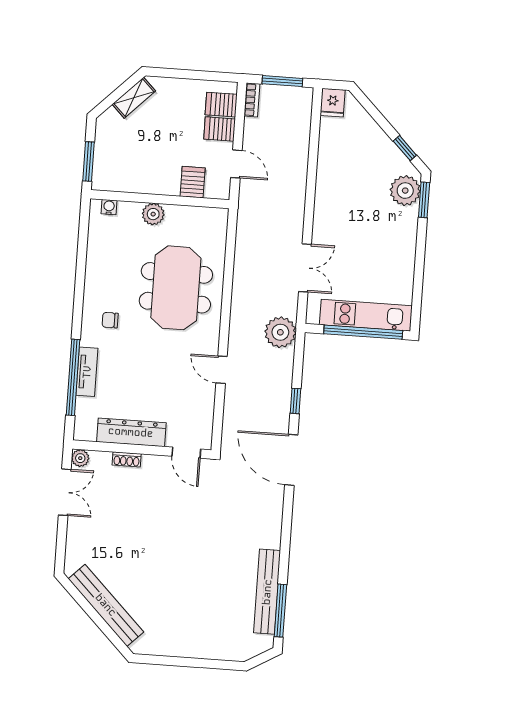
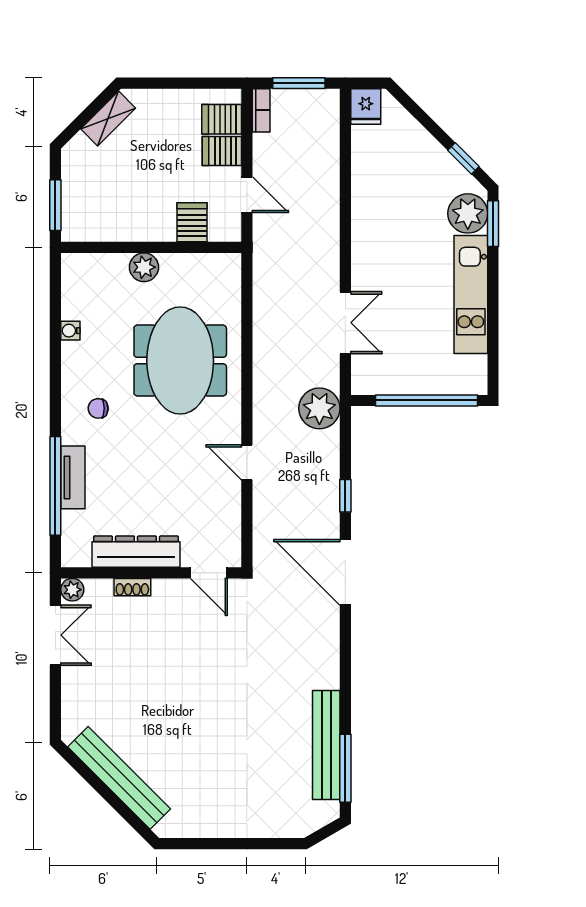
water cooler: (109, 207) -> (70, 331), moved, turned -90
kitchen unit: (366, 315) -> (471, 295), moved, turned -90

